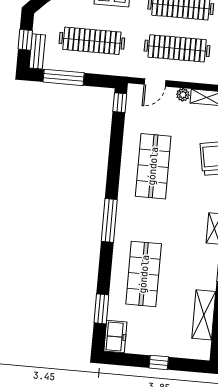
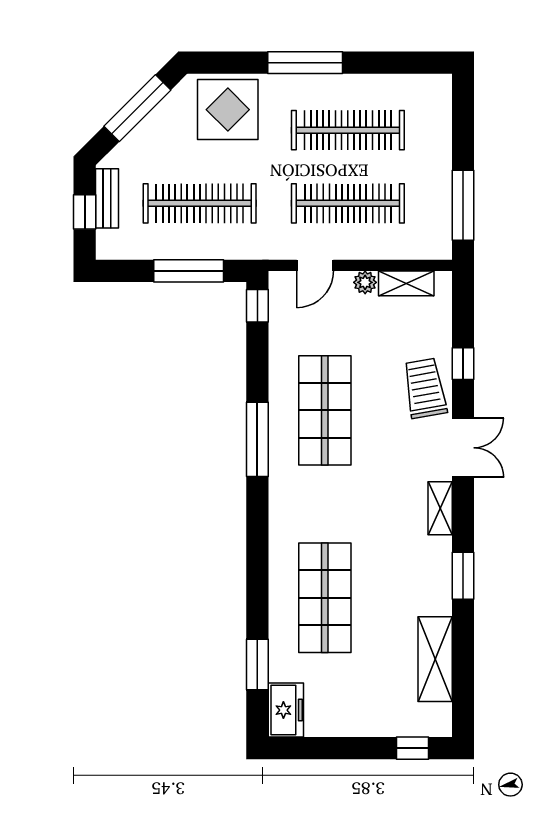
bench: (37, 51) -> (107, 198), moved
window: (64, 77) -> (189, 271), moved
window: (109, 220) -> (257, 439), moved
window: (159, 362) -> (412, 748), moved

